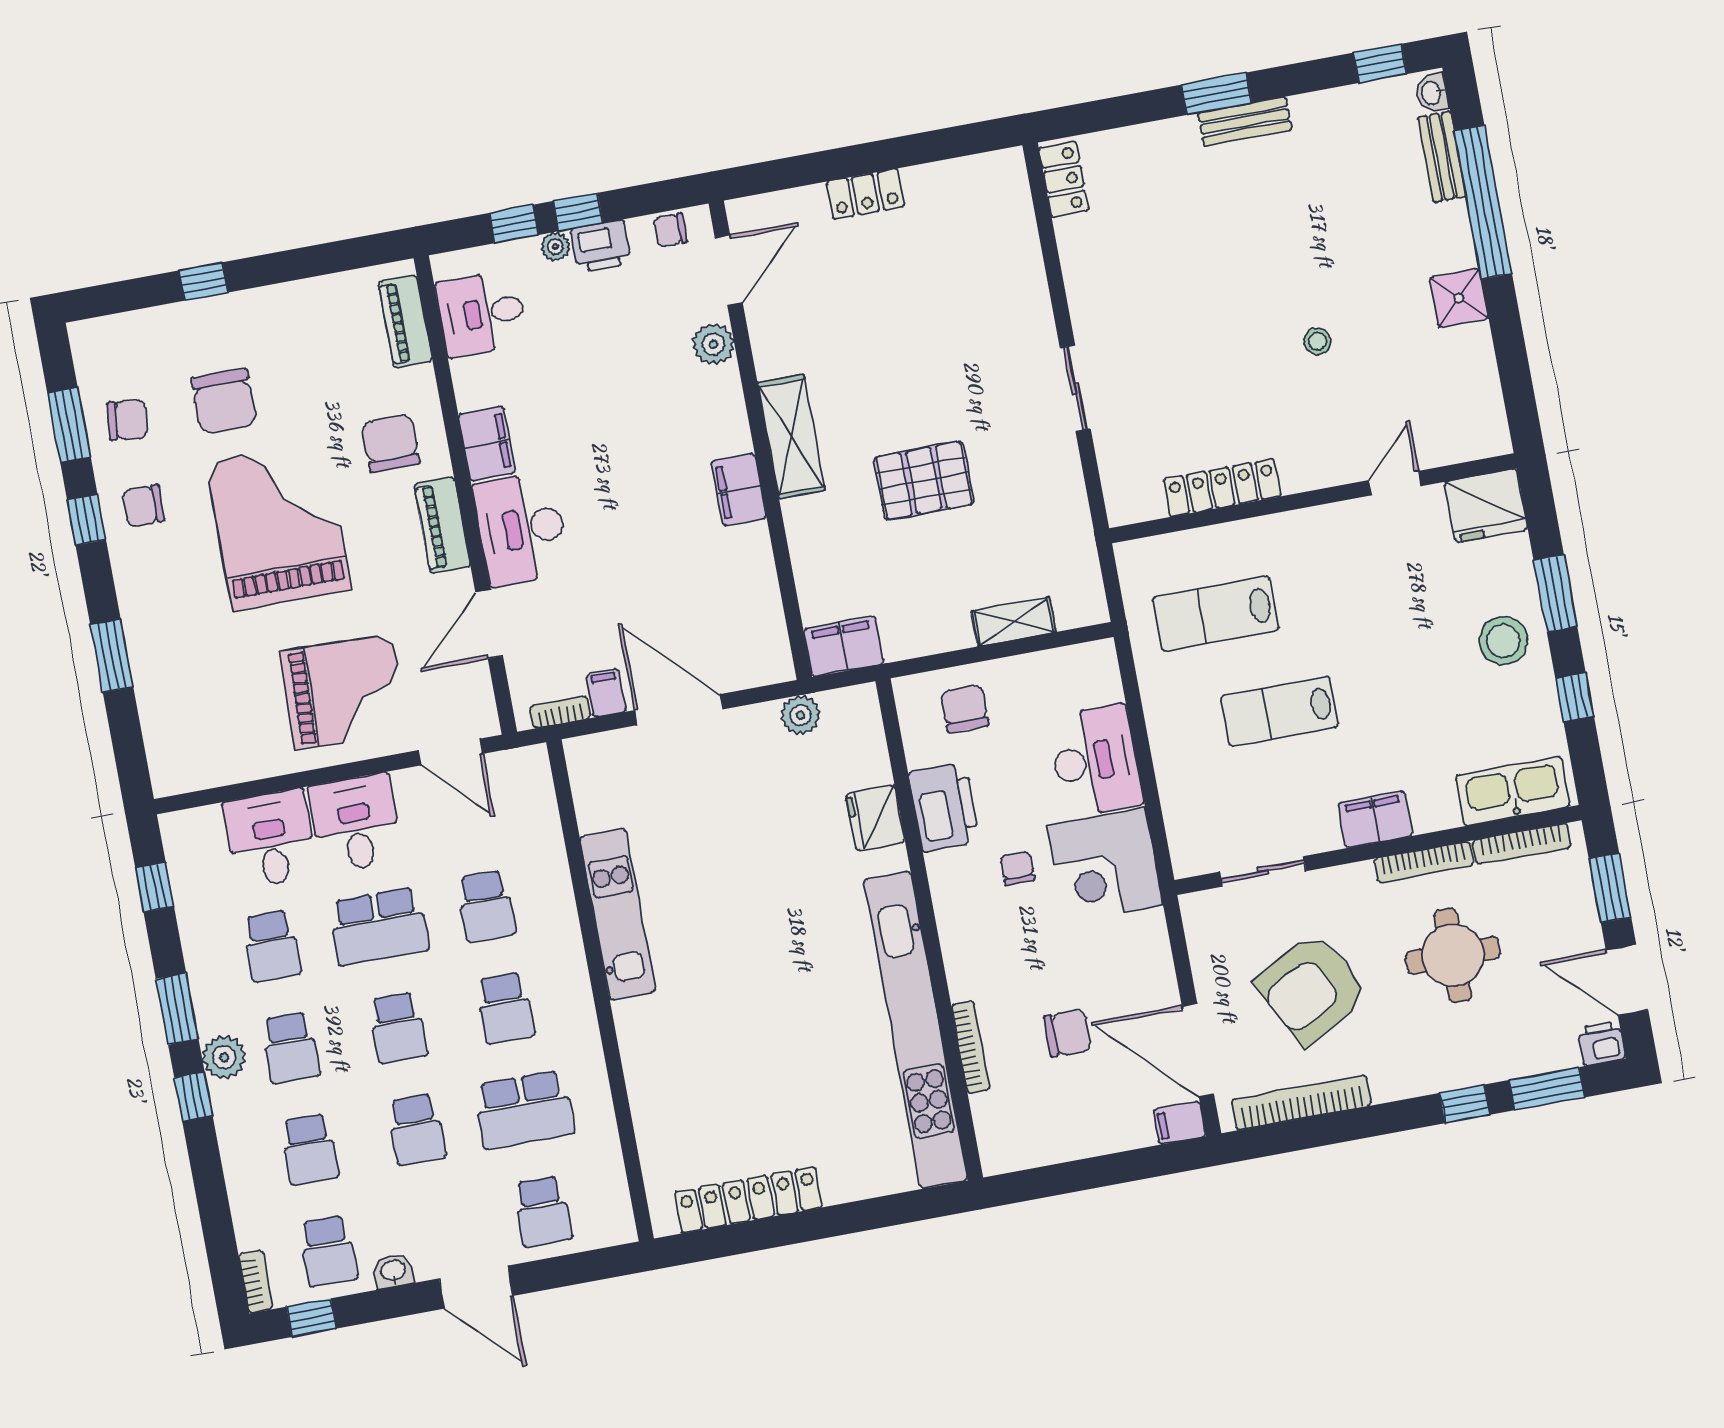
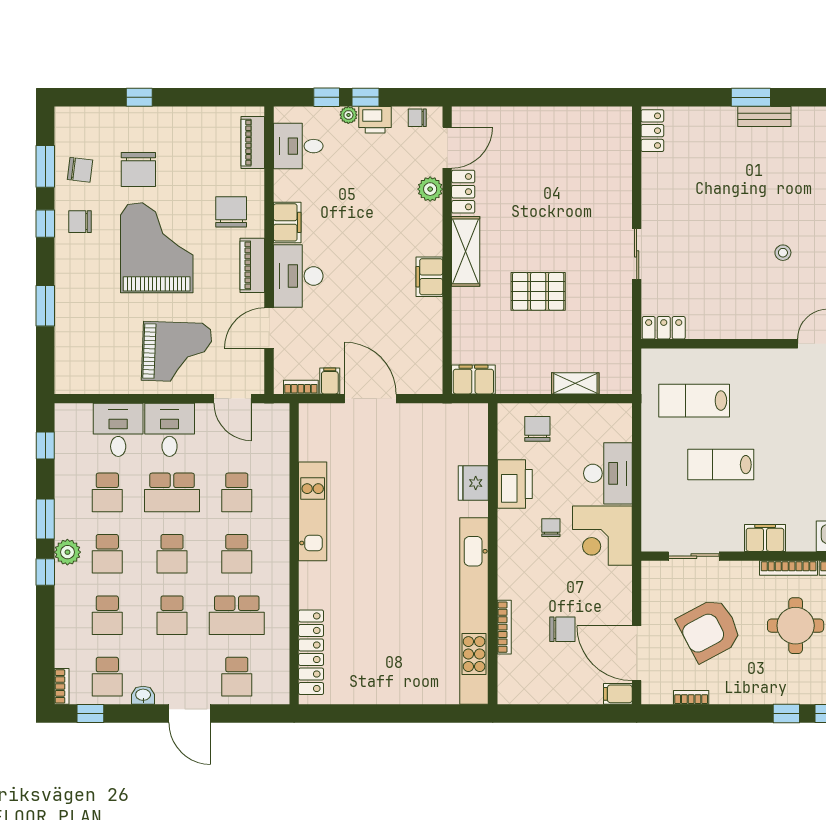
locker: (866, 194) -> (463, 192), moved, turned -90
locker: (1222, 488) -> (664, 328), moved, width x0.66
plant: (800, 715) -> (441, 415), removed
bookcase: (1301, 1103) -> (691, 697), width x0.43, depth x0.76
locker: (749, 1200) -> (311, 652), moved, turned 90

